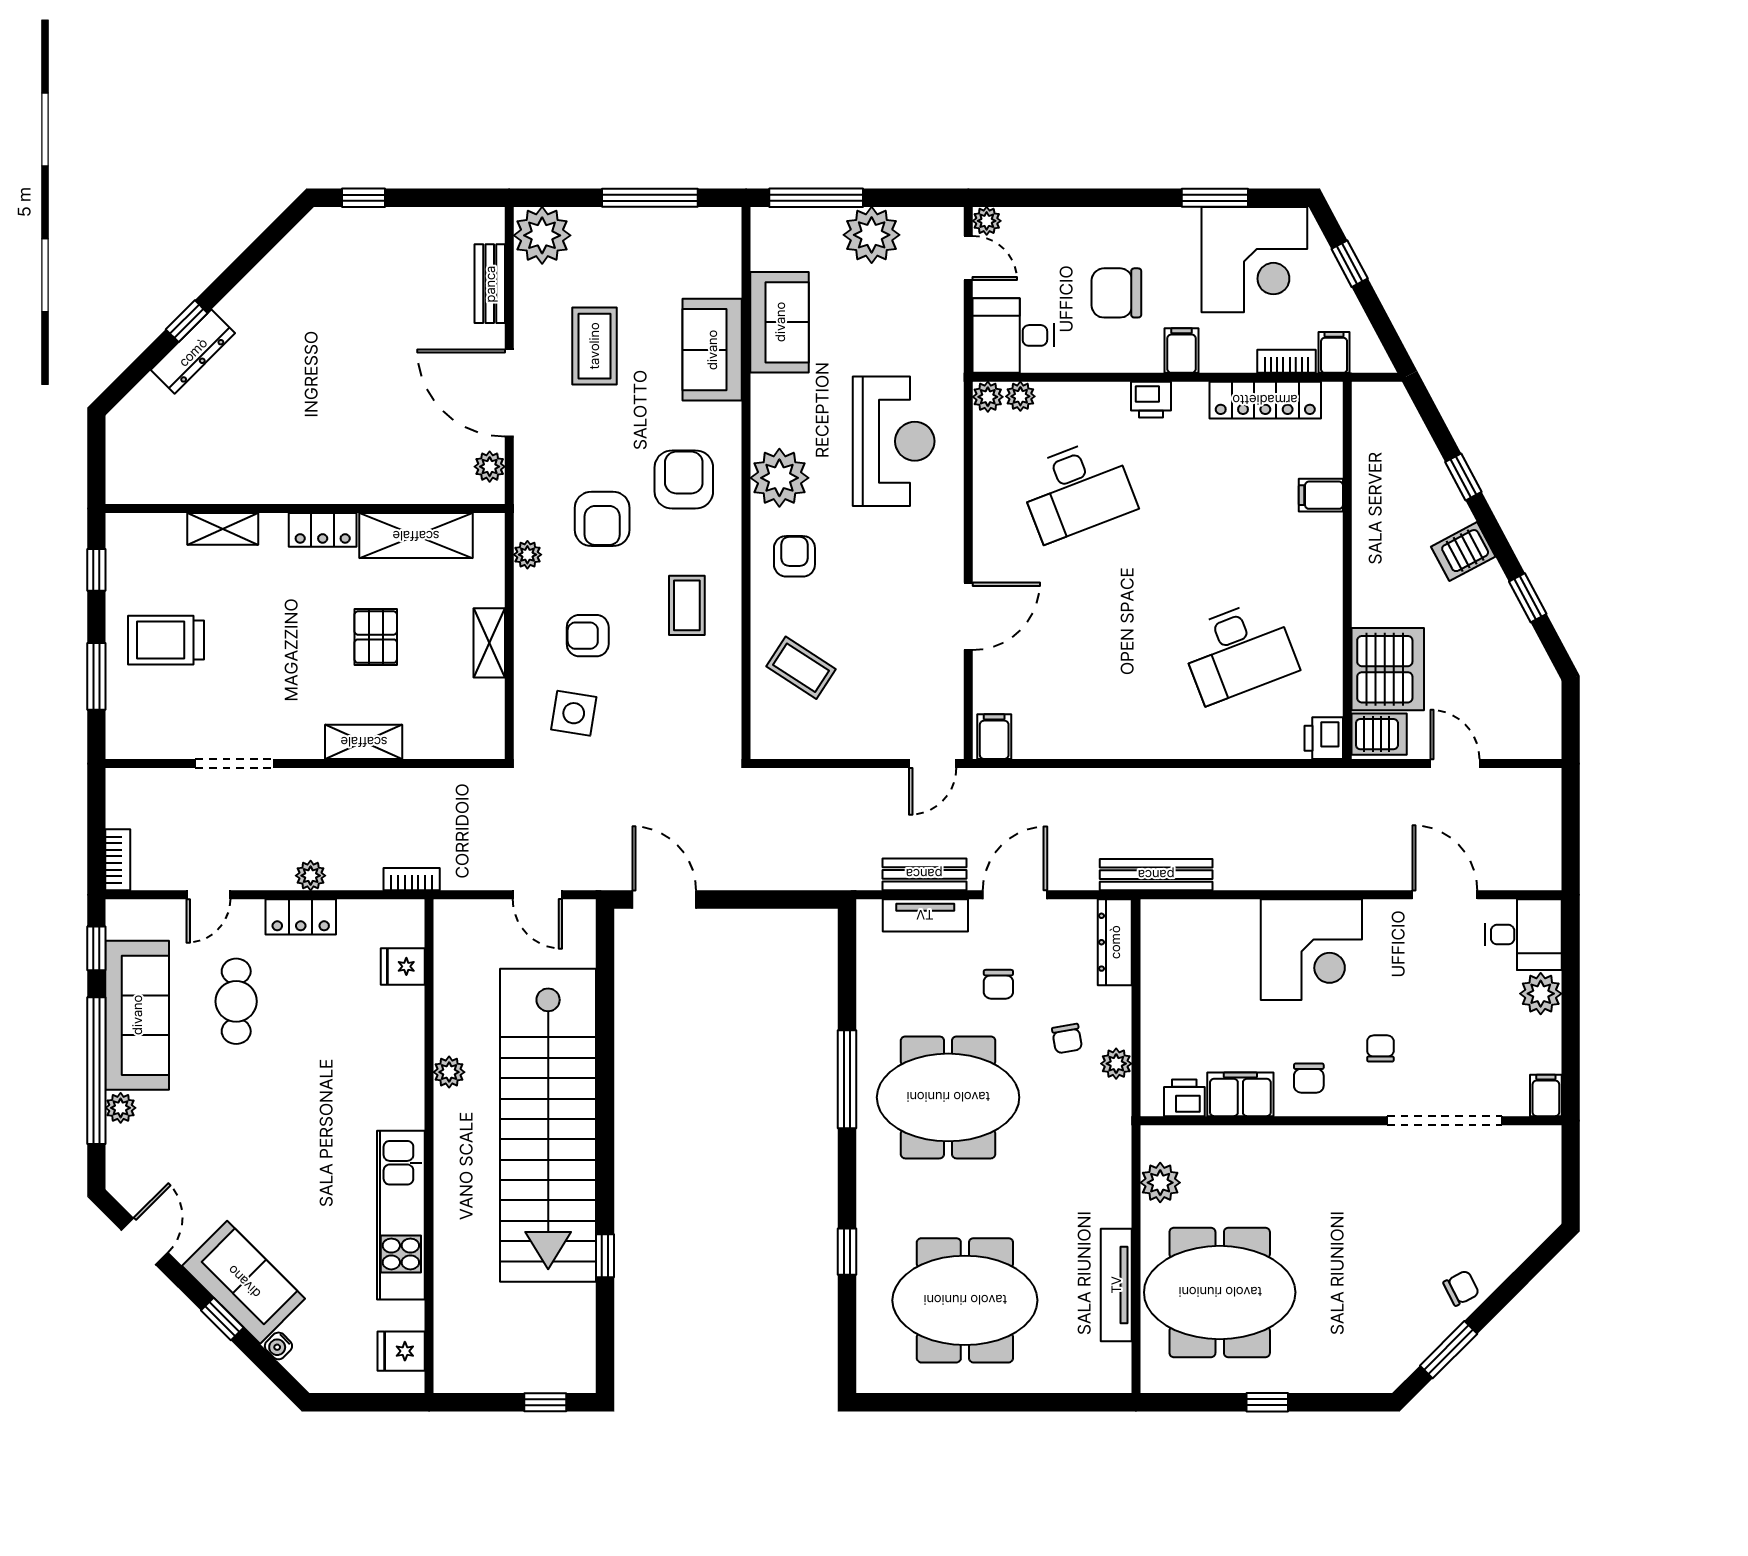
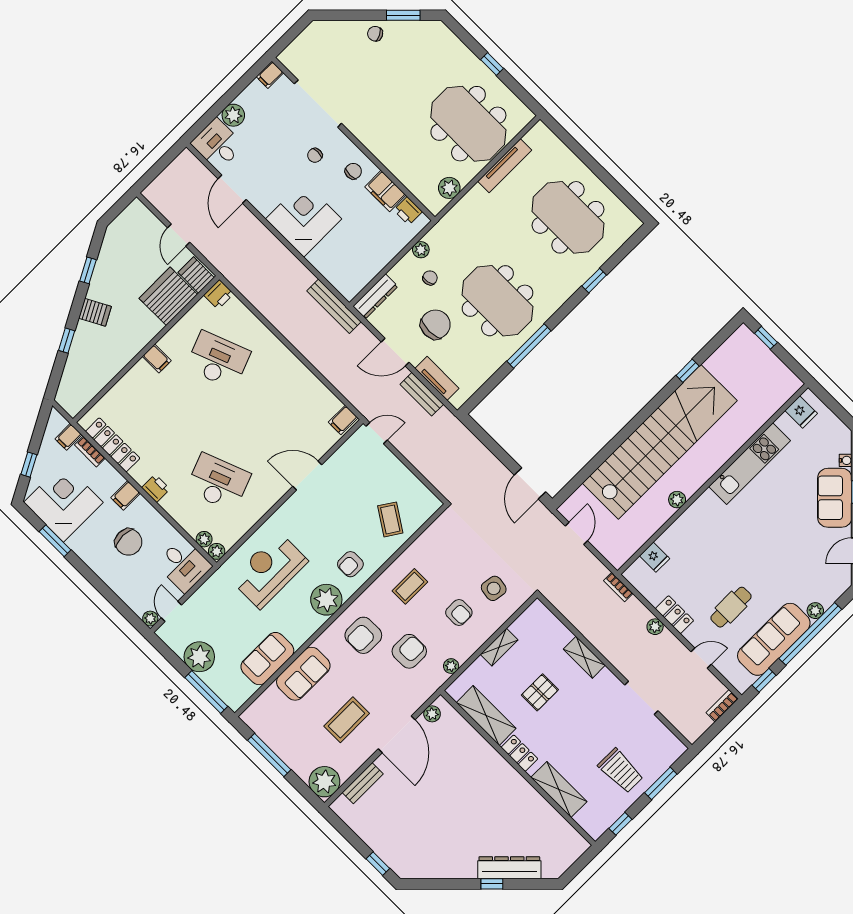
dresser: (193, 352) -> (509, 868), width x1.37, depth x1.24
filing cabinet: (1321, 495) -> (157, 359), moved
shelving: (223, 529) -> (559, 789), width x1.50, depth x1.33
chair: (998, 984) -> (435, 325), width x1.87, depth x1.87

